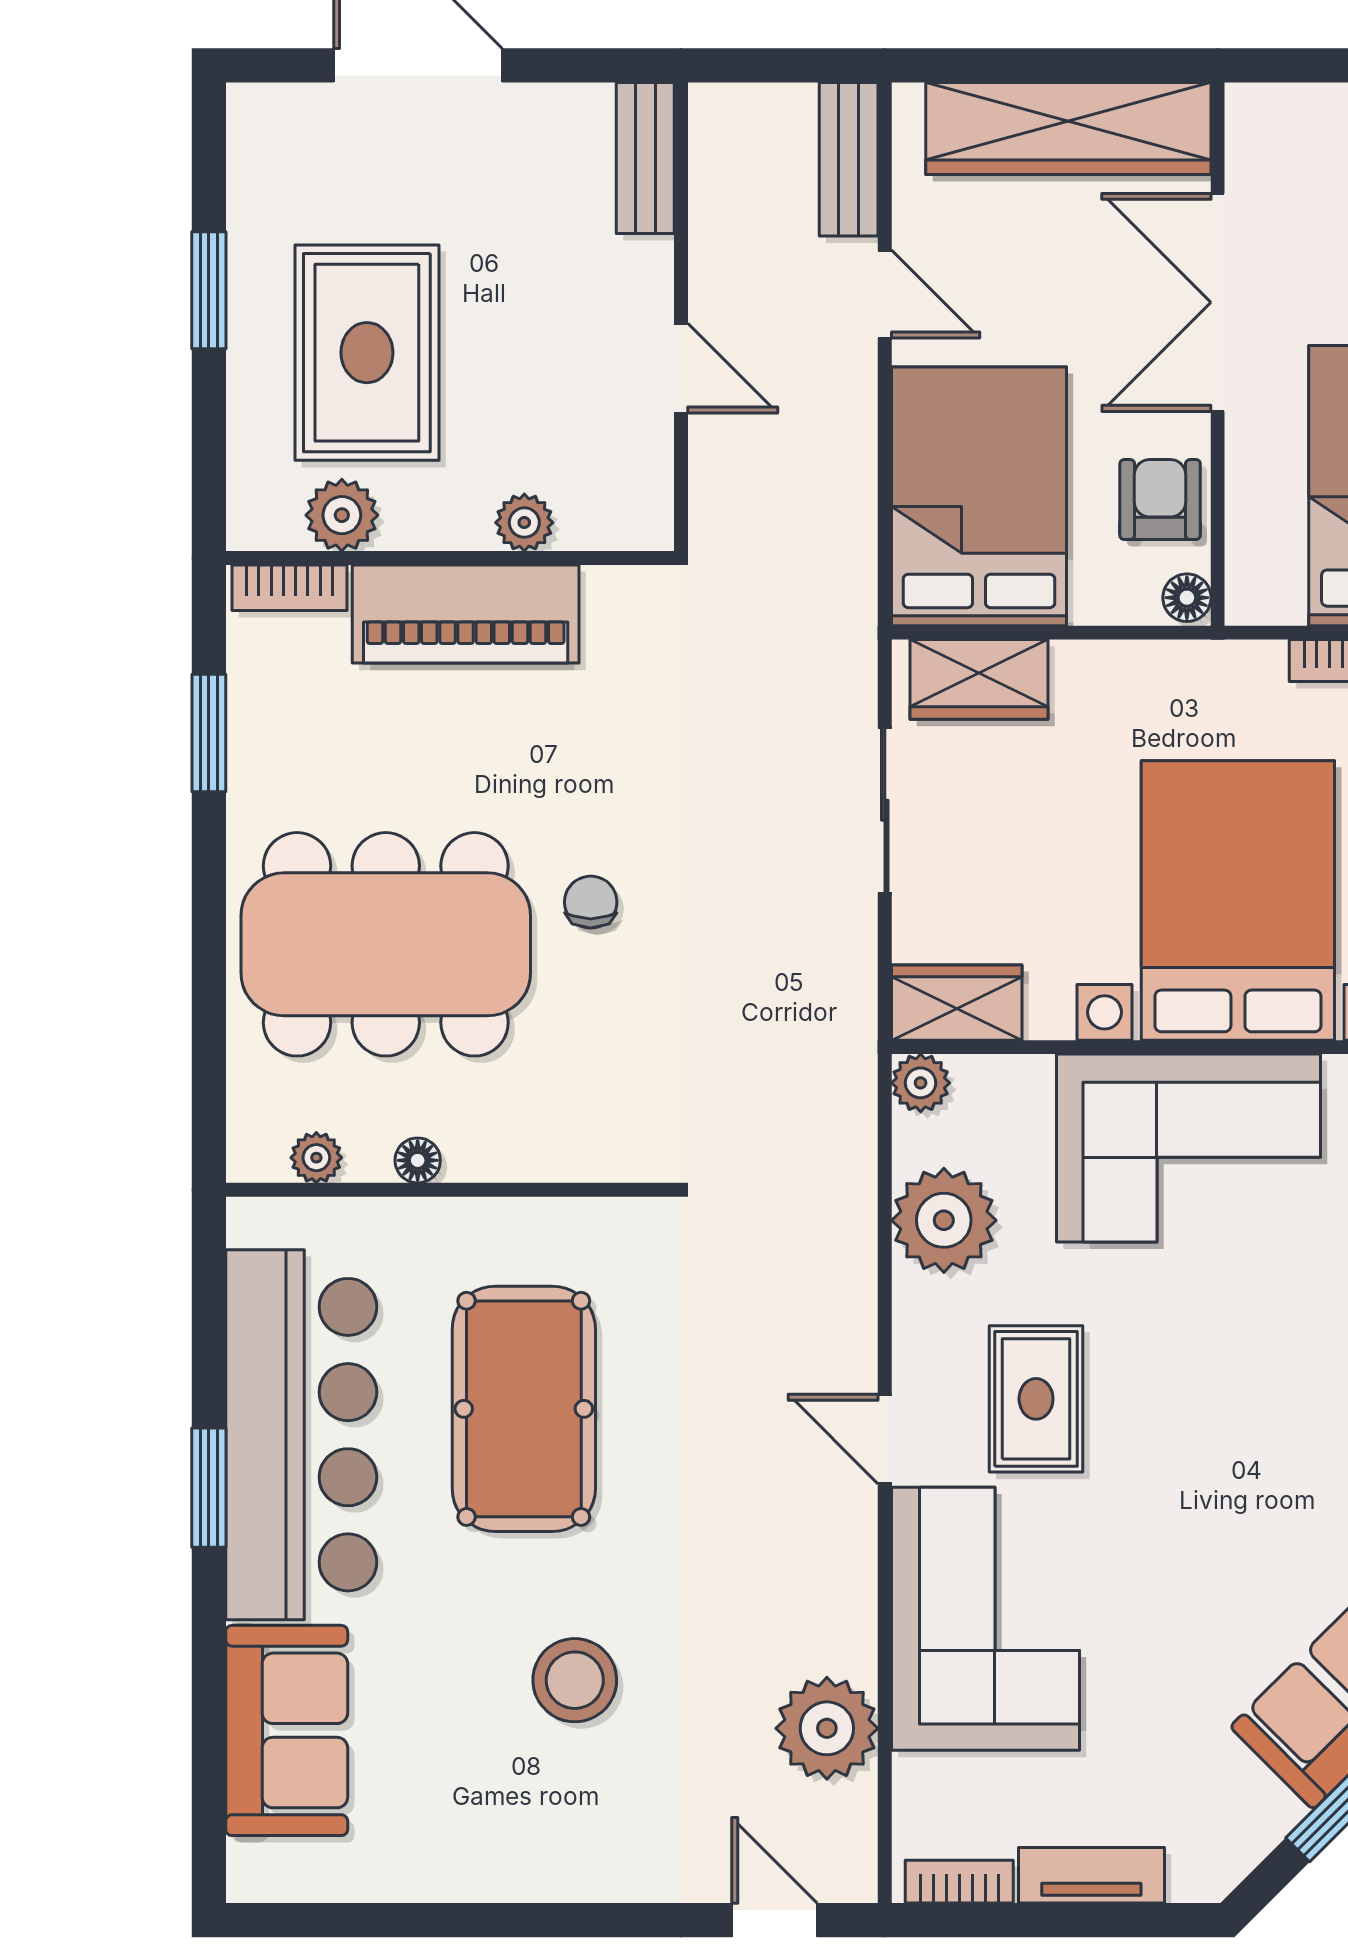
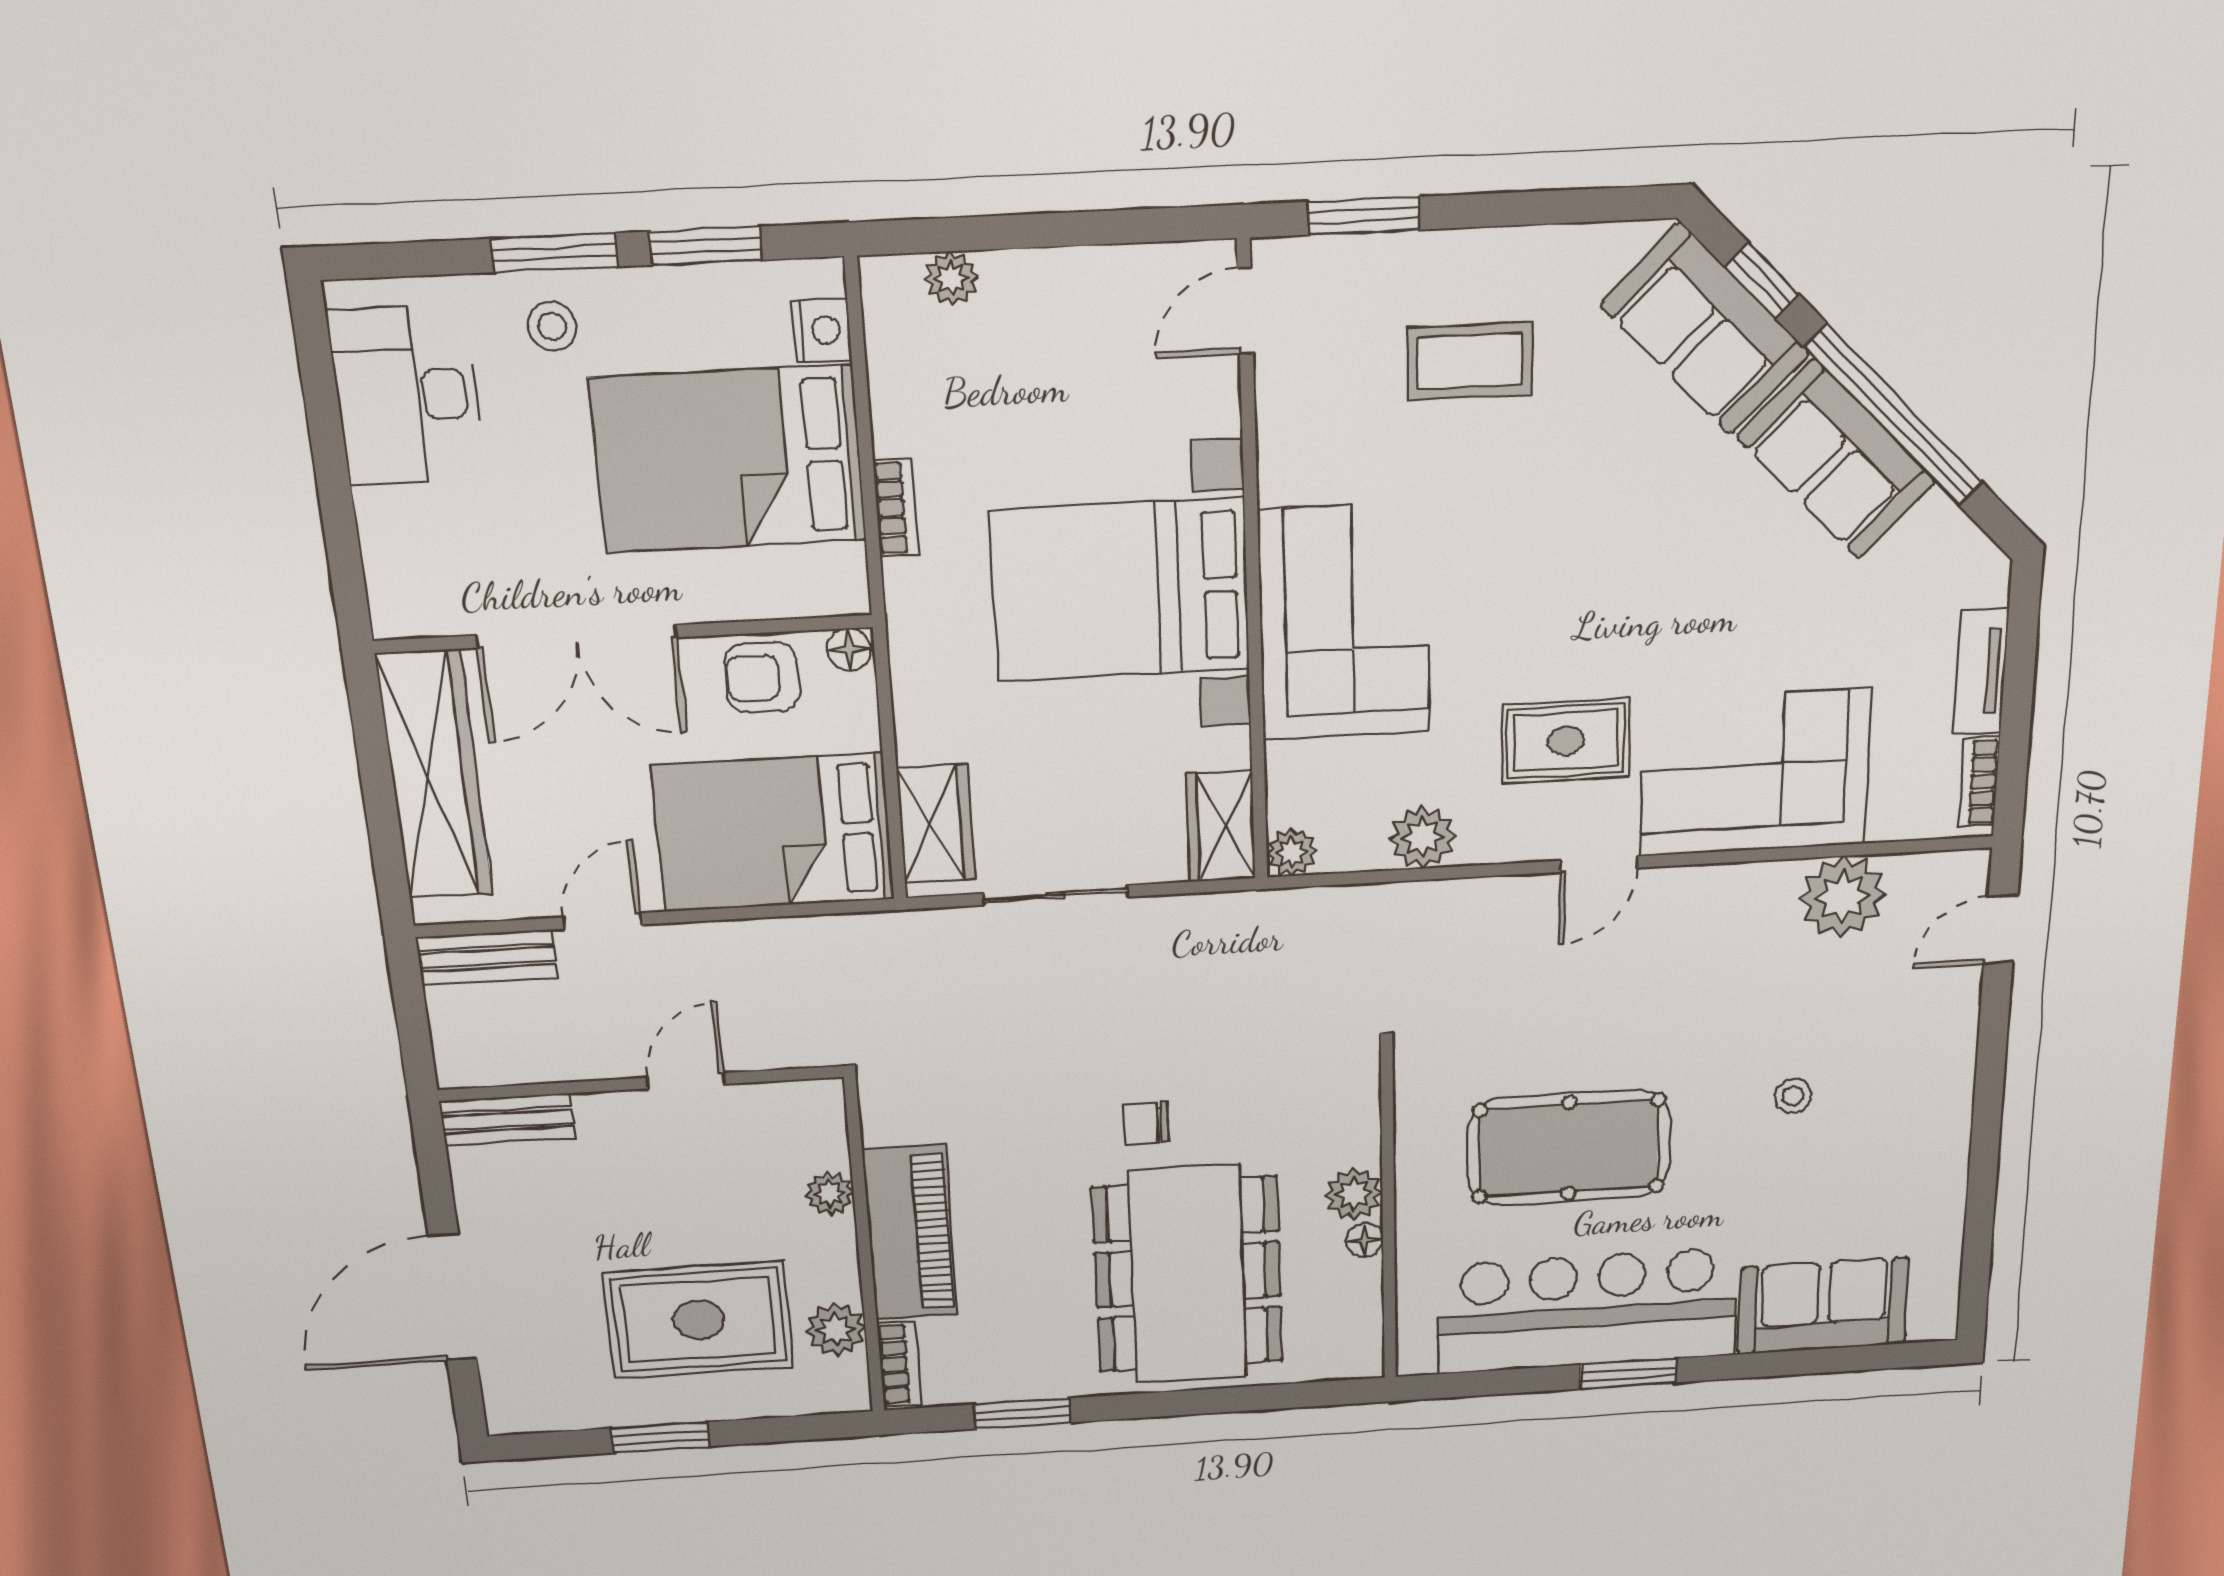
plant: (316, 1158) -> (1354, 1194), moved, width x1.38, depth x1.38
plant: (944, 1220) -> (1423, 837), width x0.73, depth x0.73
stool: (575, 1680) -> (1793, 1096), width x0.53, depth x0.53

